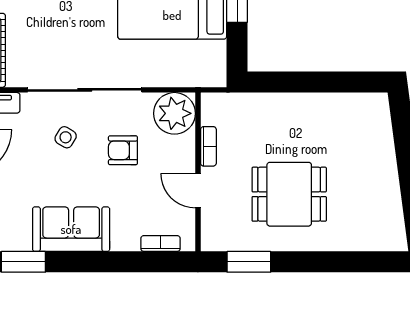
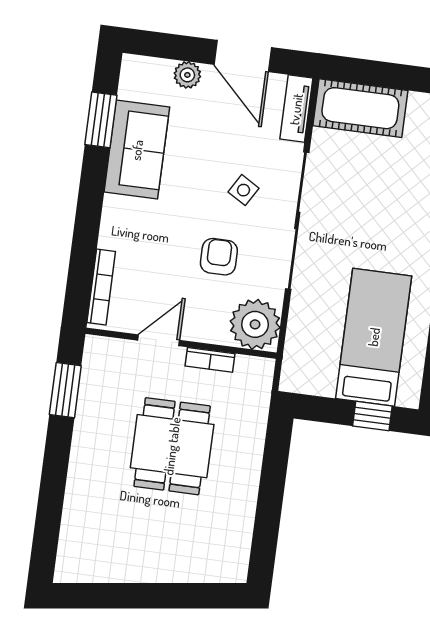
dining table: (289, 194) -> (172, 446), moved
sofa: (71, 229) -> (137, 150), moved
bookcase: (160, 244) -> (101, 287), width x1.56

